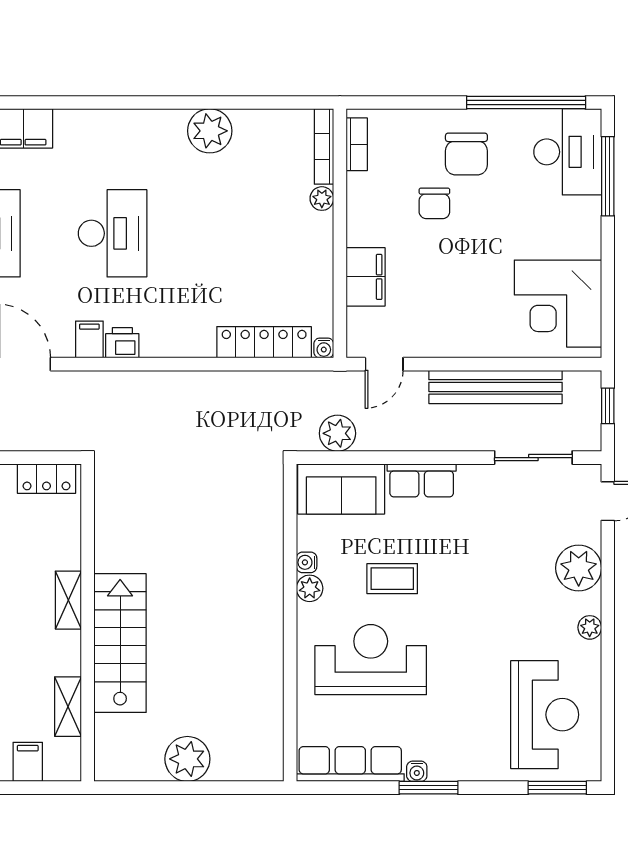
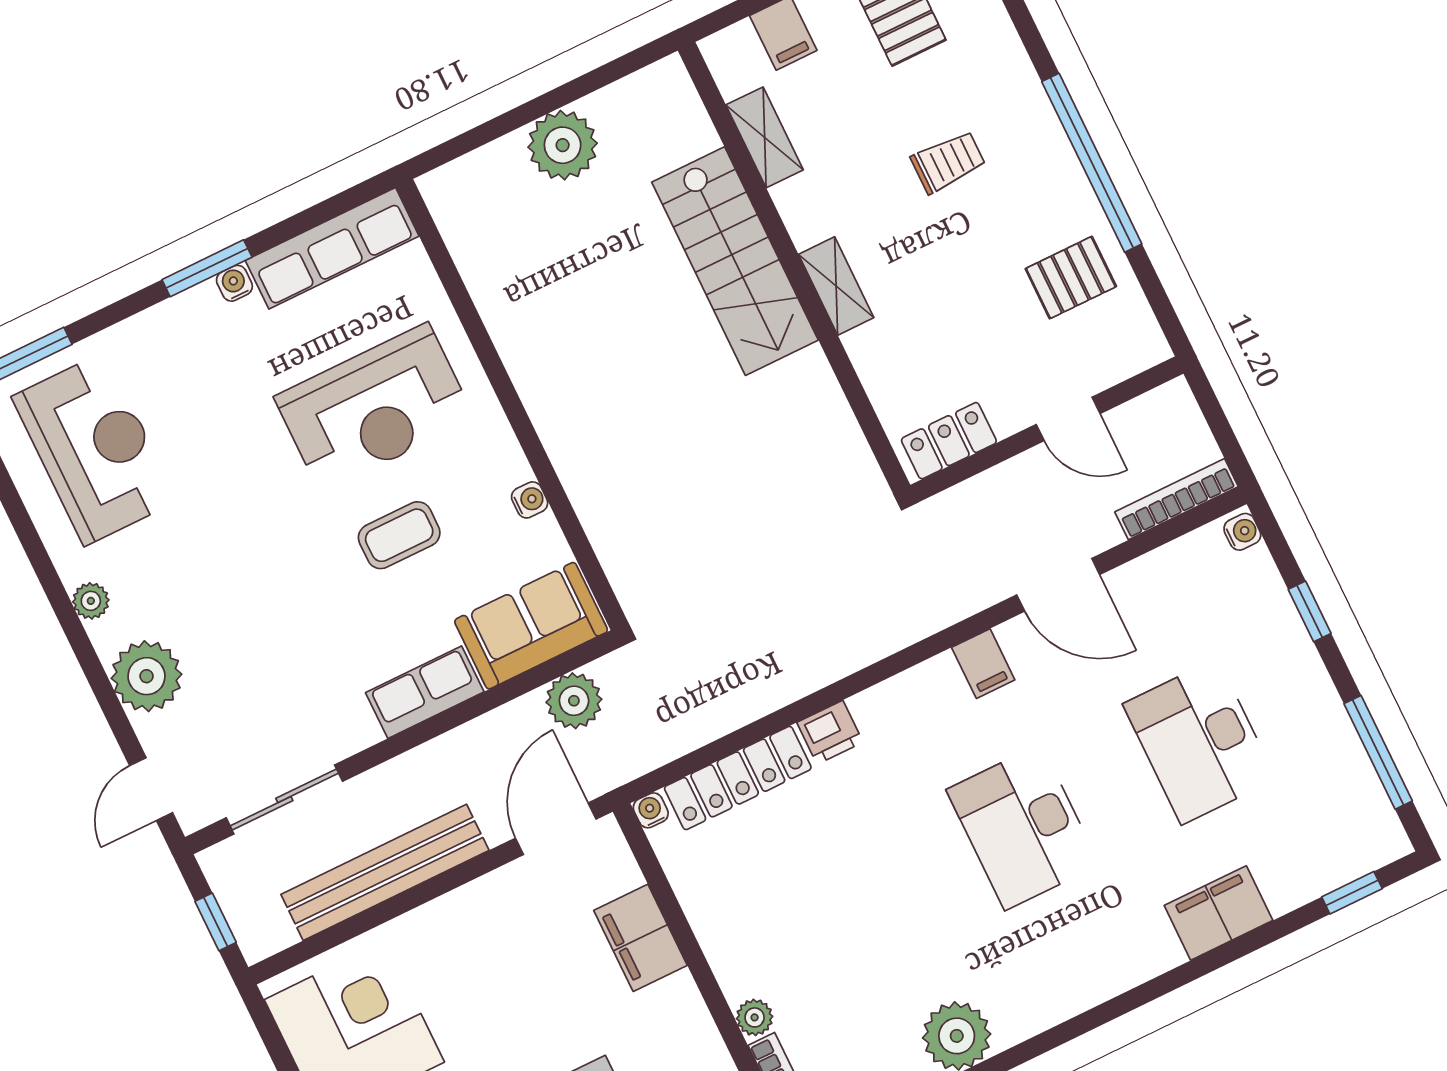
printer: (122, 343) -> (830, 732), moved
door: (384, 364) -> (556, 829), width x1.38
plant: (310, 588) -> (508, 466), removed
reception desk: (545, 715) -> (95, 449), turned 180

